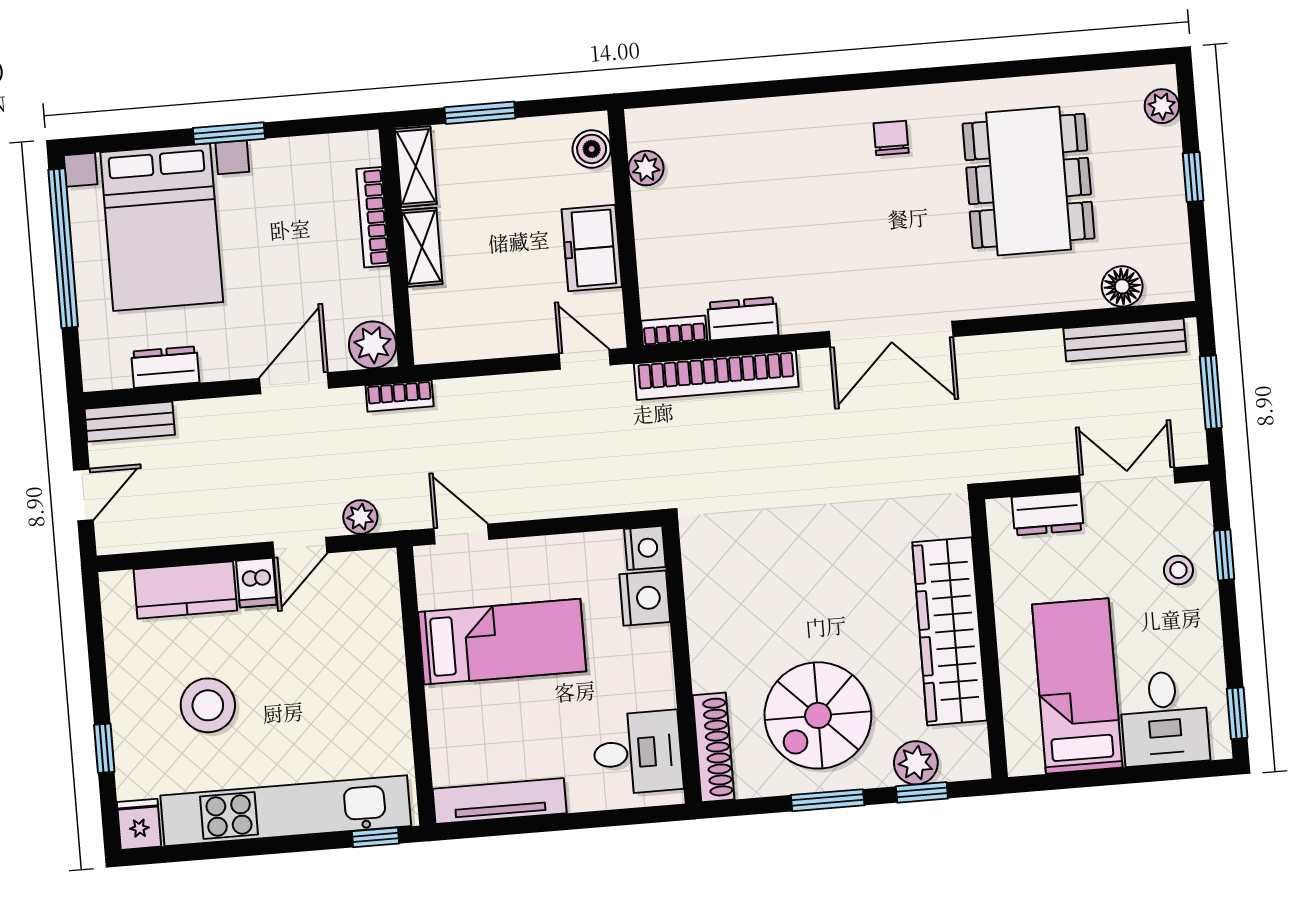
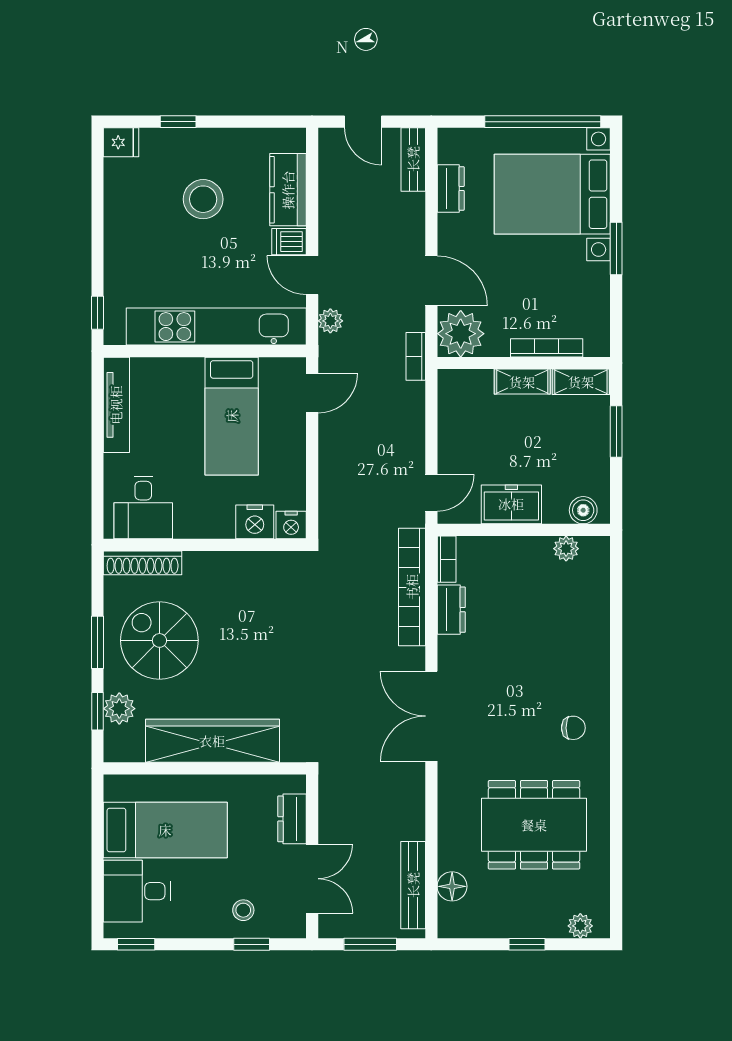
plant: (373, 345) -> (461, 334), width x1.36, depth x1.36
kitchen unit: (286, 811) -> (216, 327), moved, turned -90

